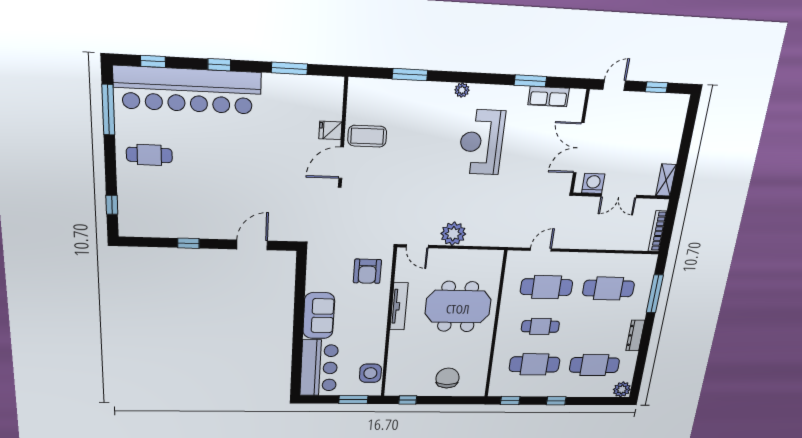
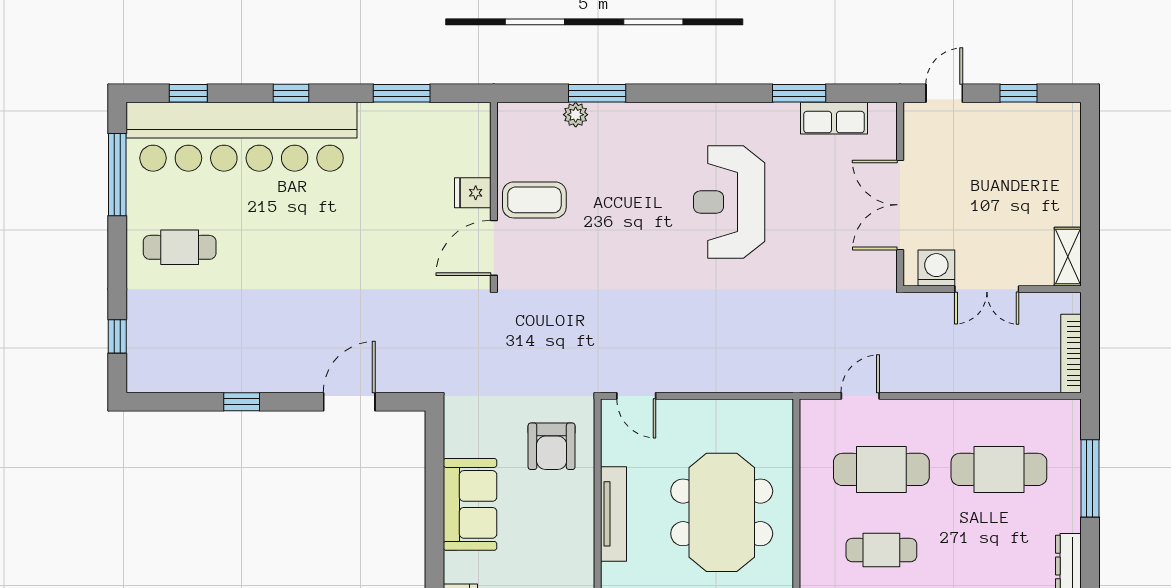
plant: (462, 90) -> (576, 115), moved
plant: (453, 234) -> (698, 370), removed
meeting table: (458, 307) -> (722, 512), turned 90
sofa: (319, 316) -> (470, 504), moved

